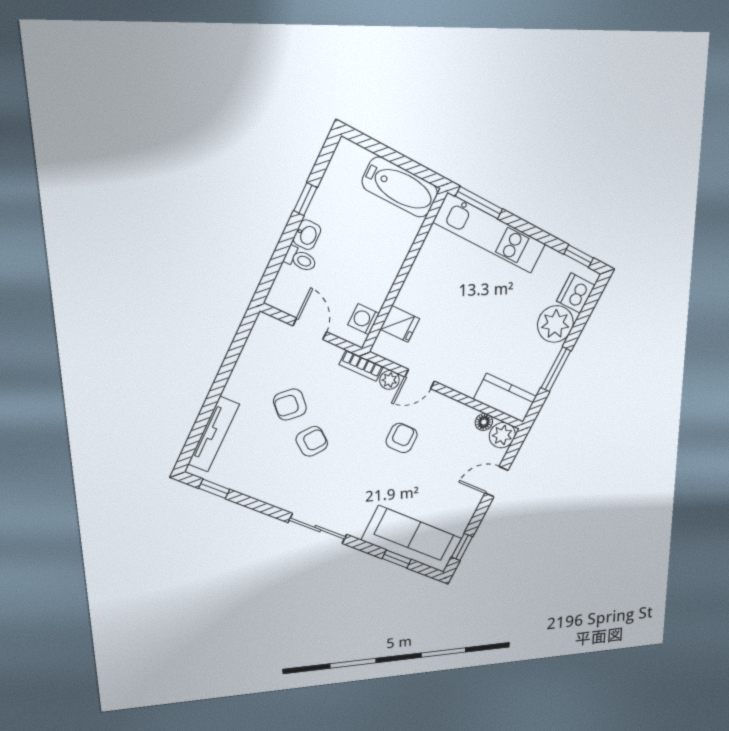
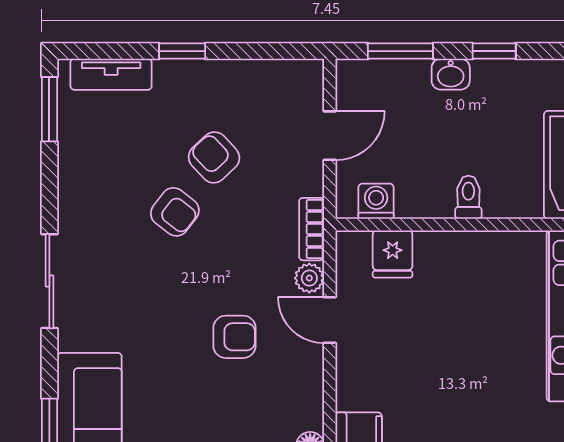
toilet: (300, 259) -> (468, 197), moved, turned 180
window: (277, 260) -> (400, 51), added
window: (214, 395) -> (182, 51), added
tv unit: (214, 434) -> (111, 74), width x0.71
window: (214, 489) -> (49, 109), width x1.50

